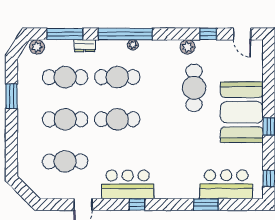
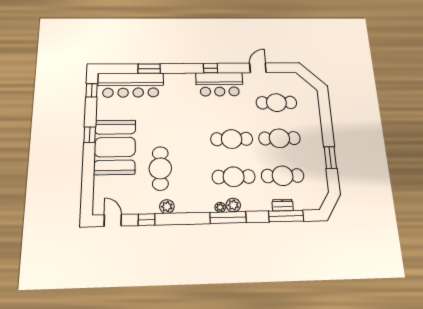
window: (125, 34) -> (228, 218), width x0.68
dresser: (85, 46) -> (283, 205), moved
plant: (37, 47) -> (233, 205), moved
bar counter: (226, 184) -> (131, 85), width x1.36

